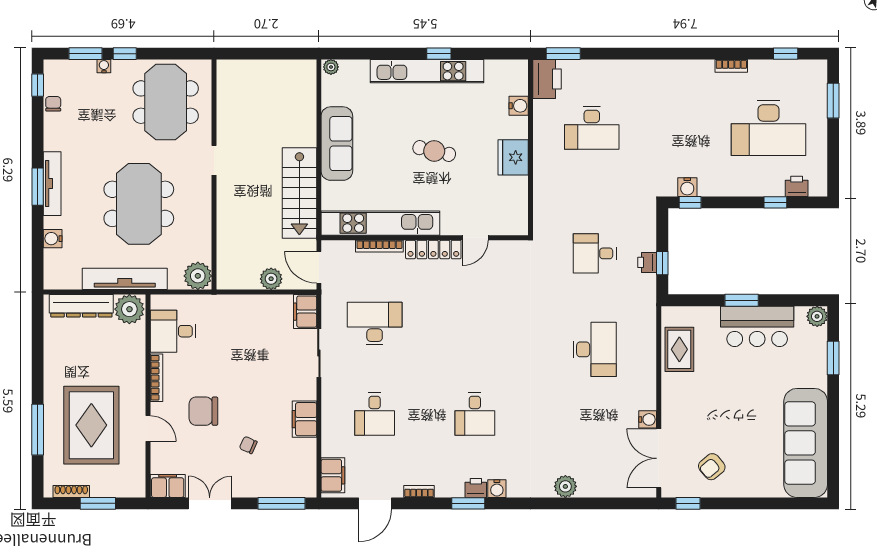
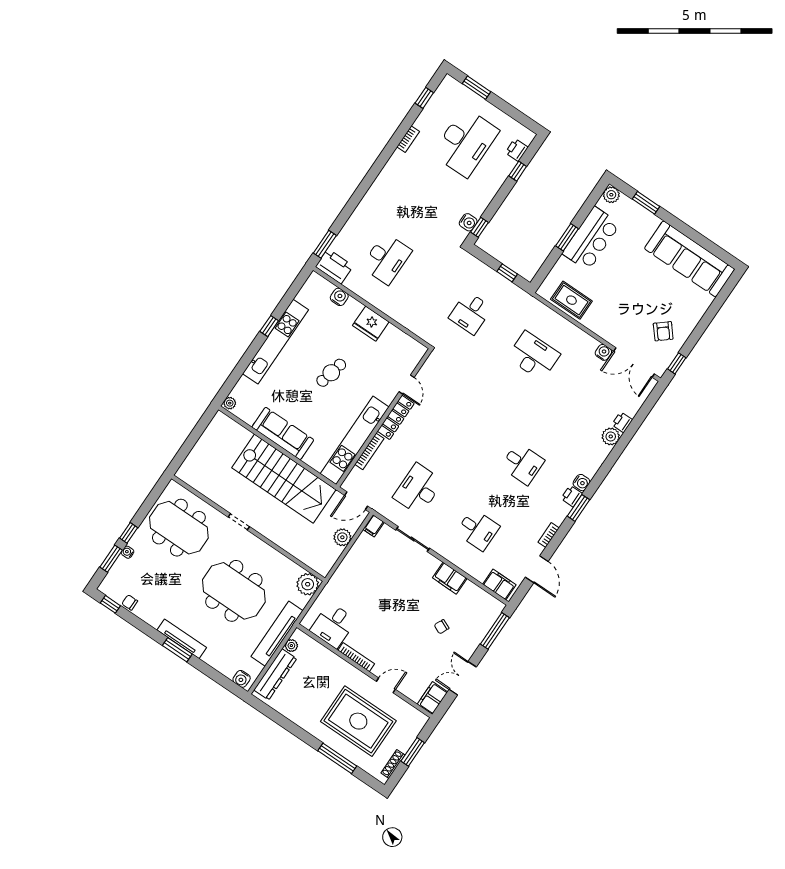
stairs: (299, 193) -> (284, 479), width x1.36, depth x1.51
water cooler: (53, 239) -> (242, 679), moved
printer: (647, 262) -> (622, 422), moved, turned 90
plant: (129, 309) -> (291, 646), width x0.53, depth x0.53
filing cabinet: (305, 312) -> (374, 526), width x0.50
chair: (203, 411) -> (399, 641), removed

